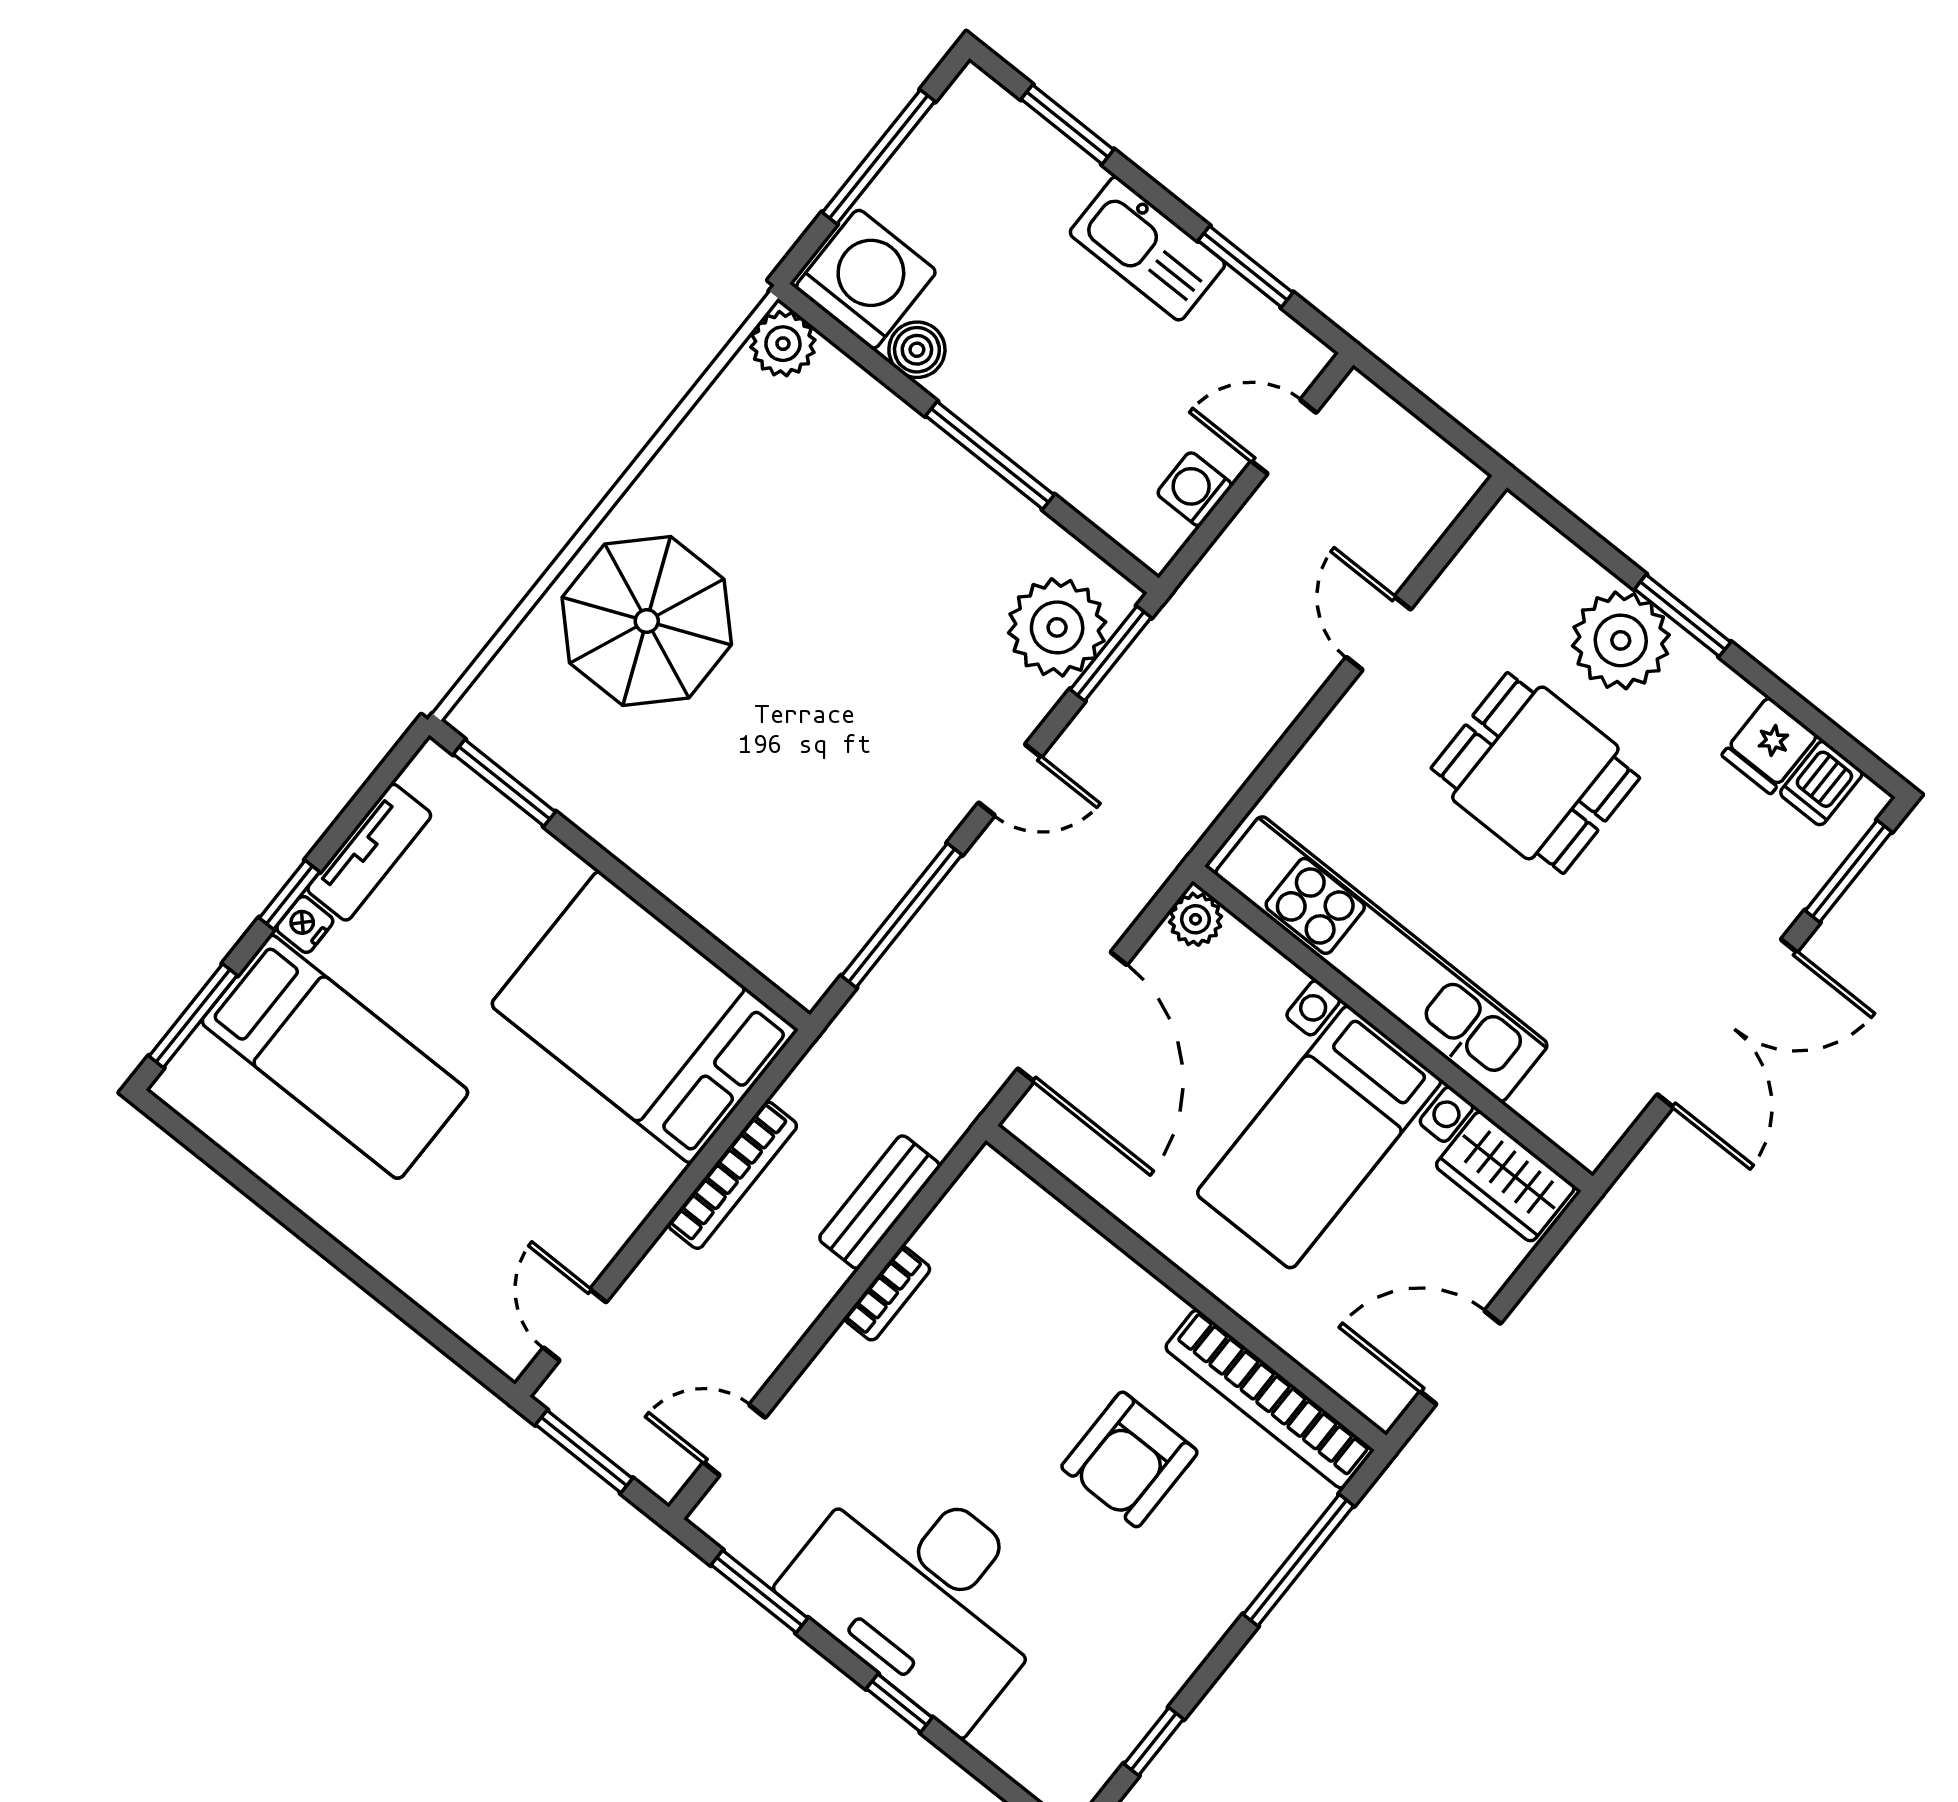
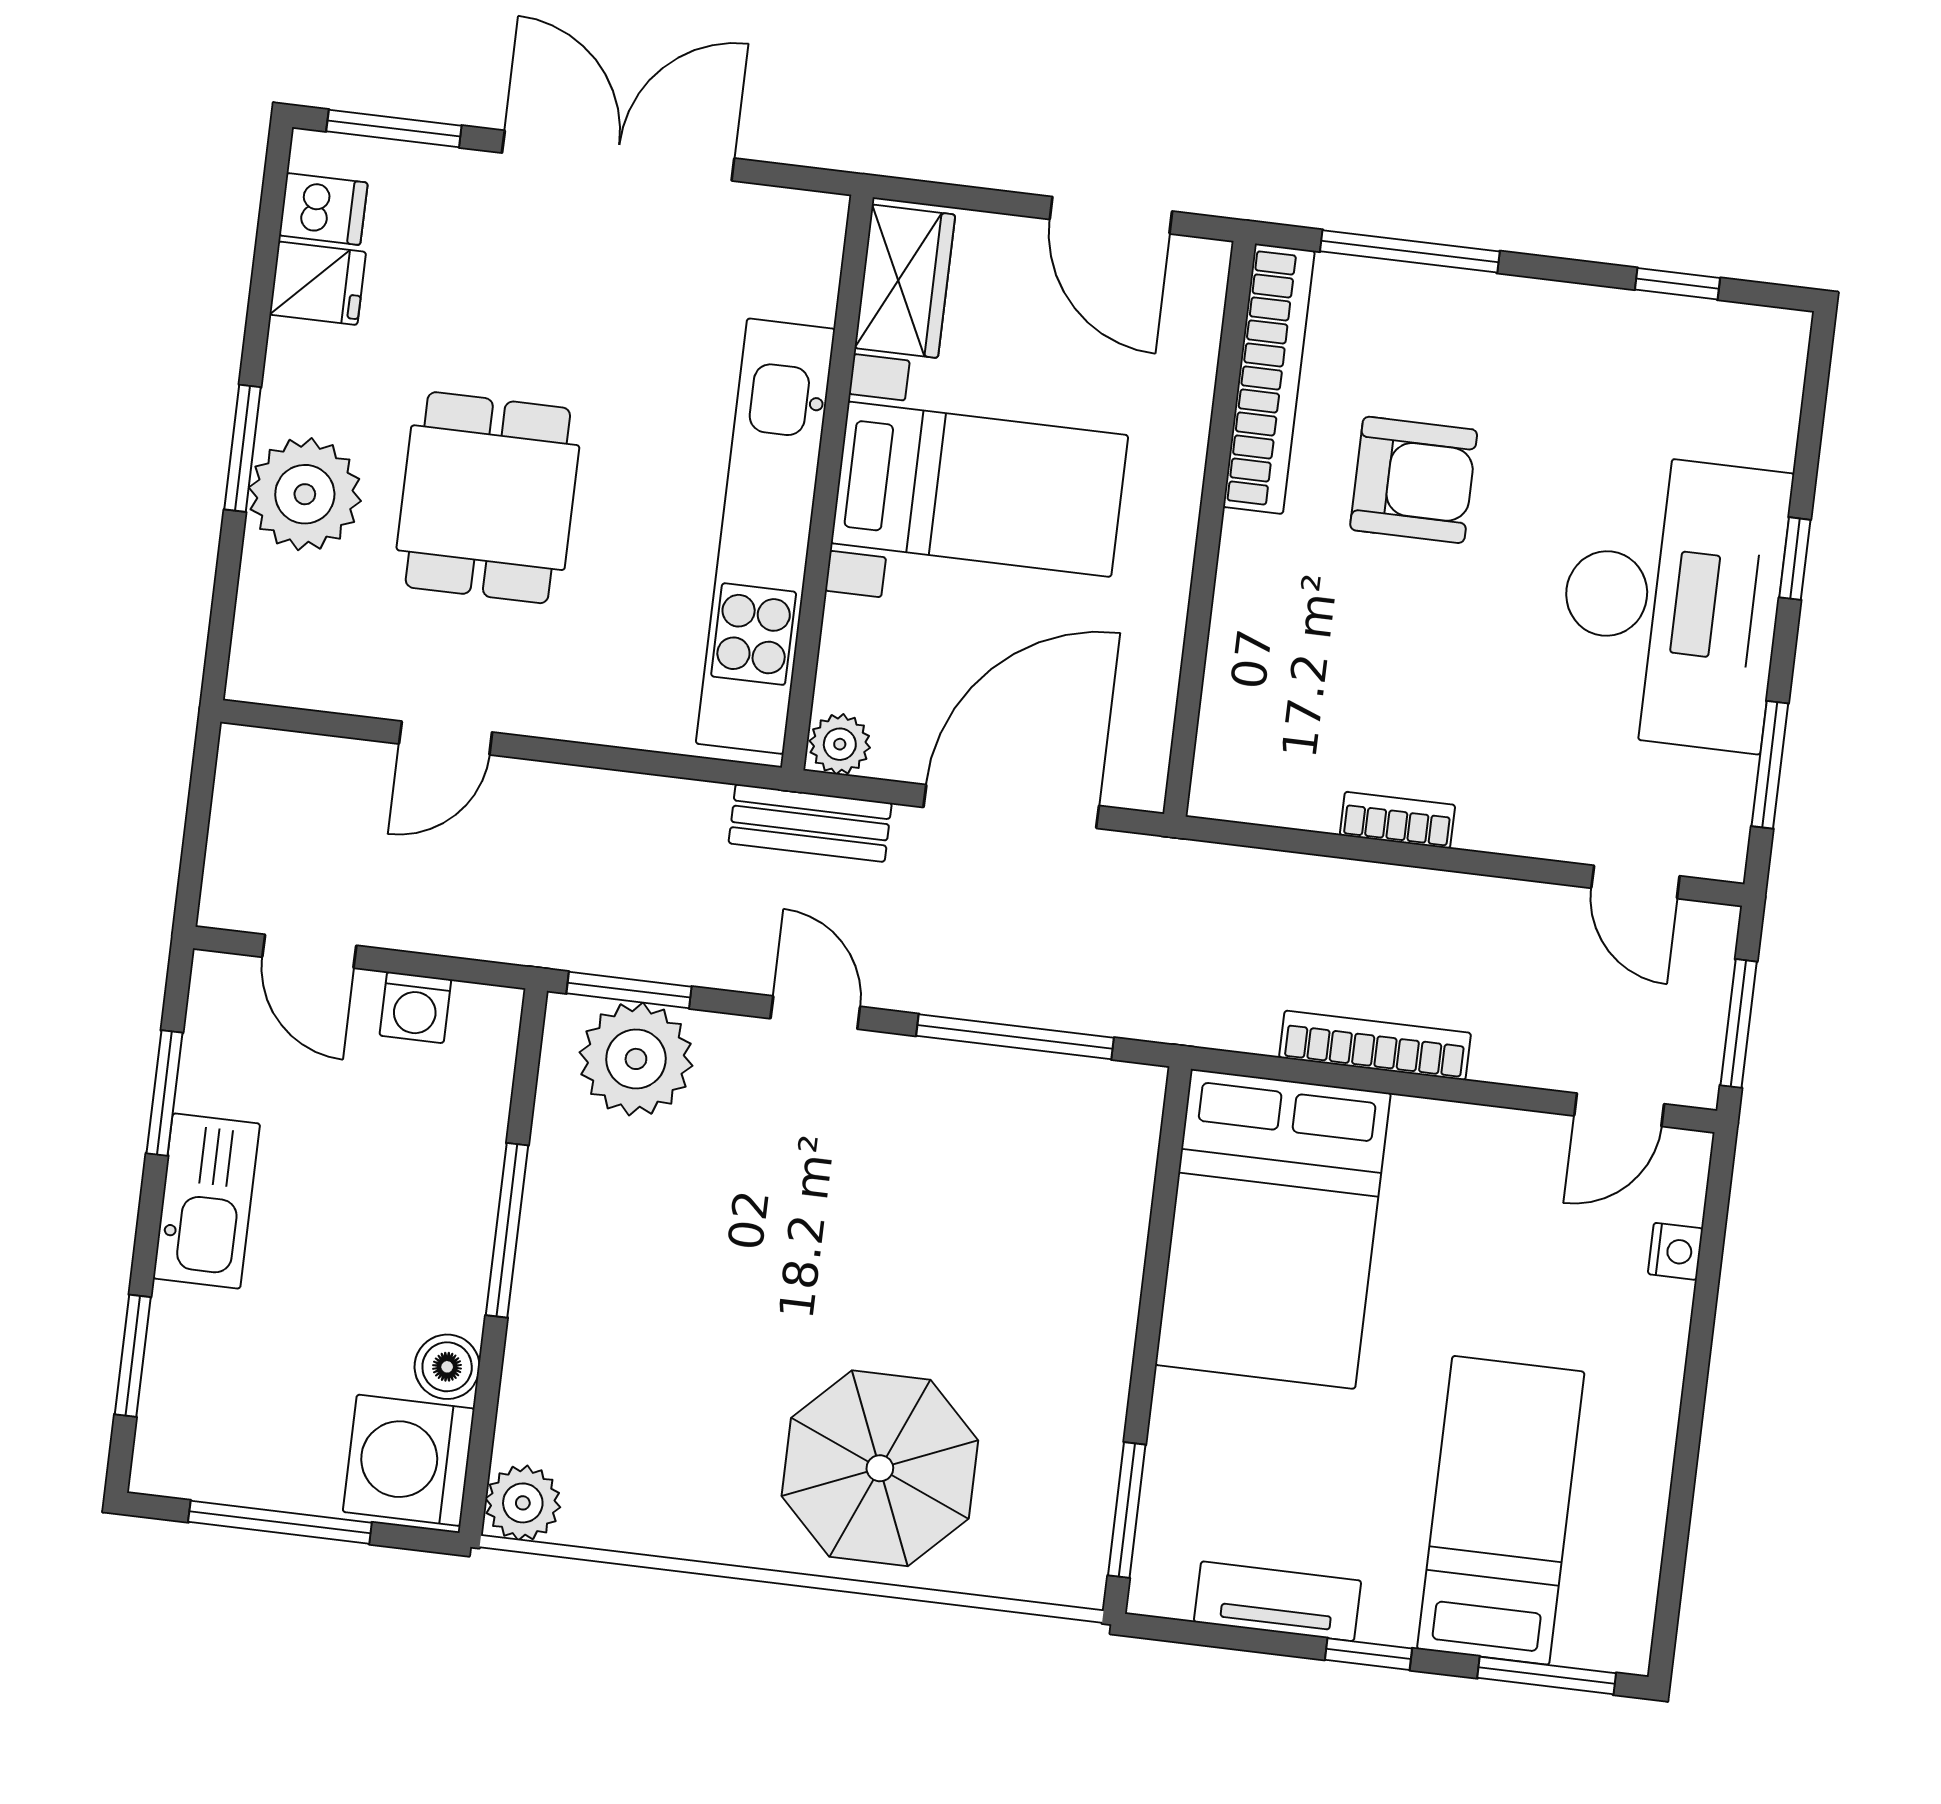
nightstand: (305, 924) -> (1675, 1251), moved, turned -90
bench: (880, 1202) -> (810, 823), moved

